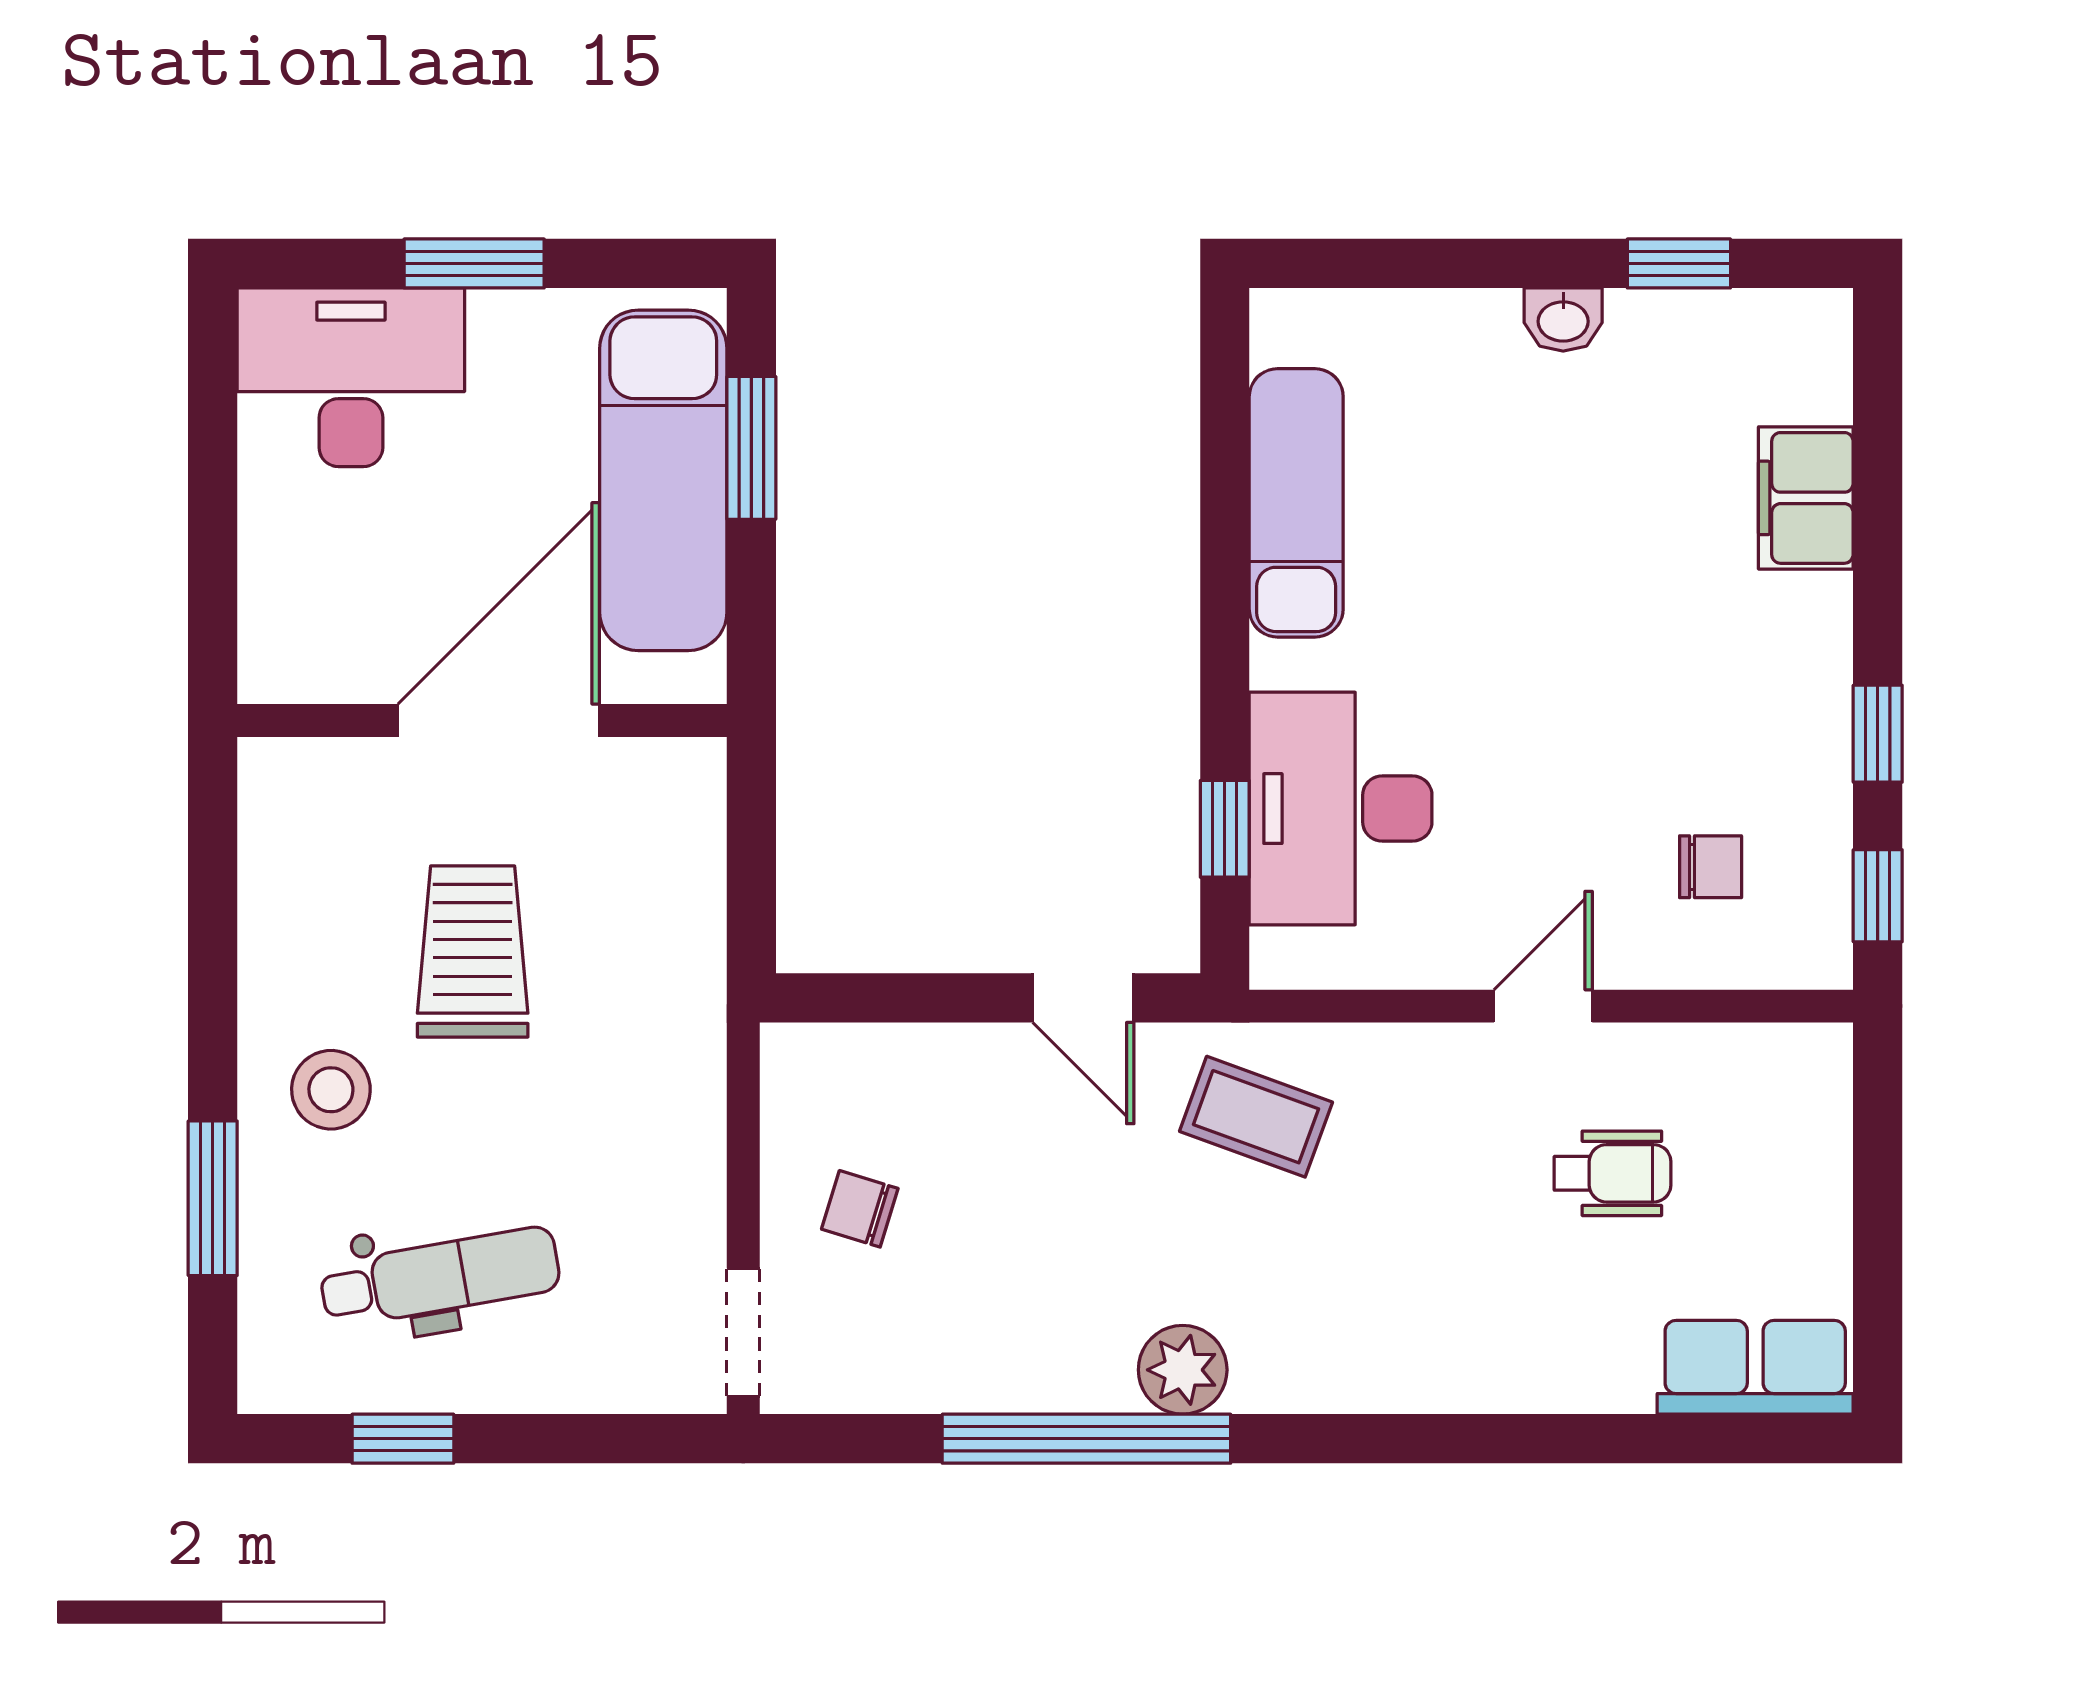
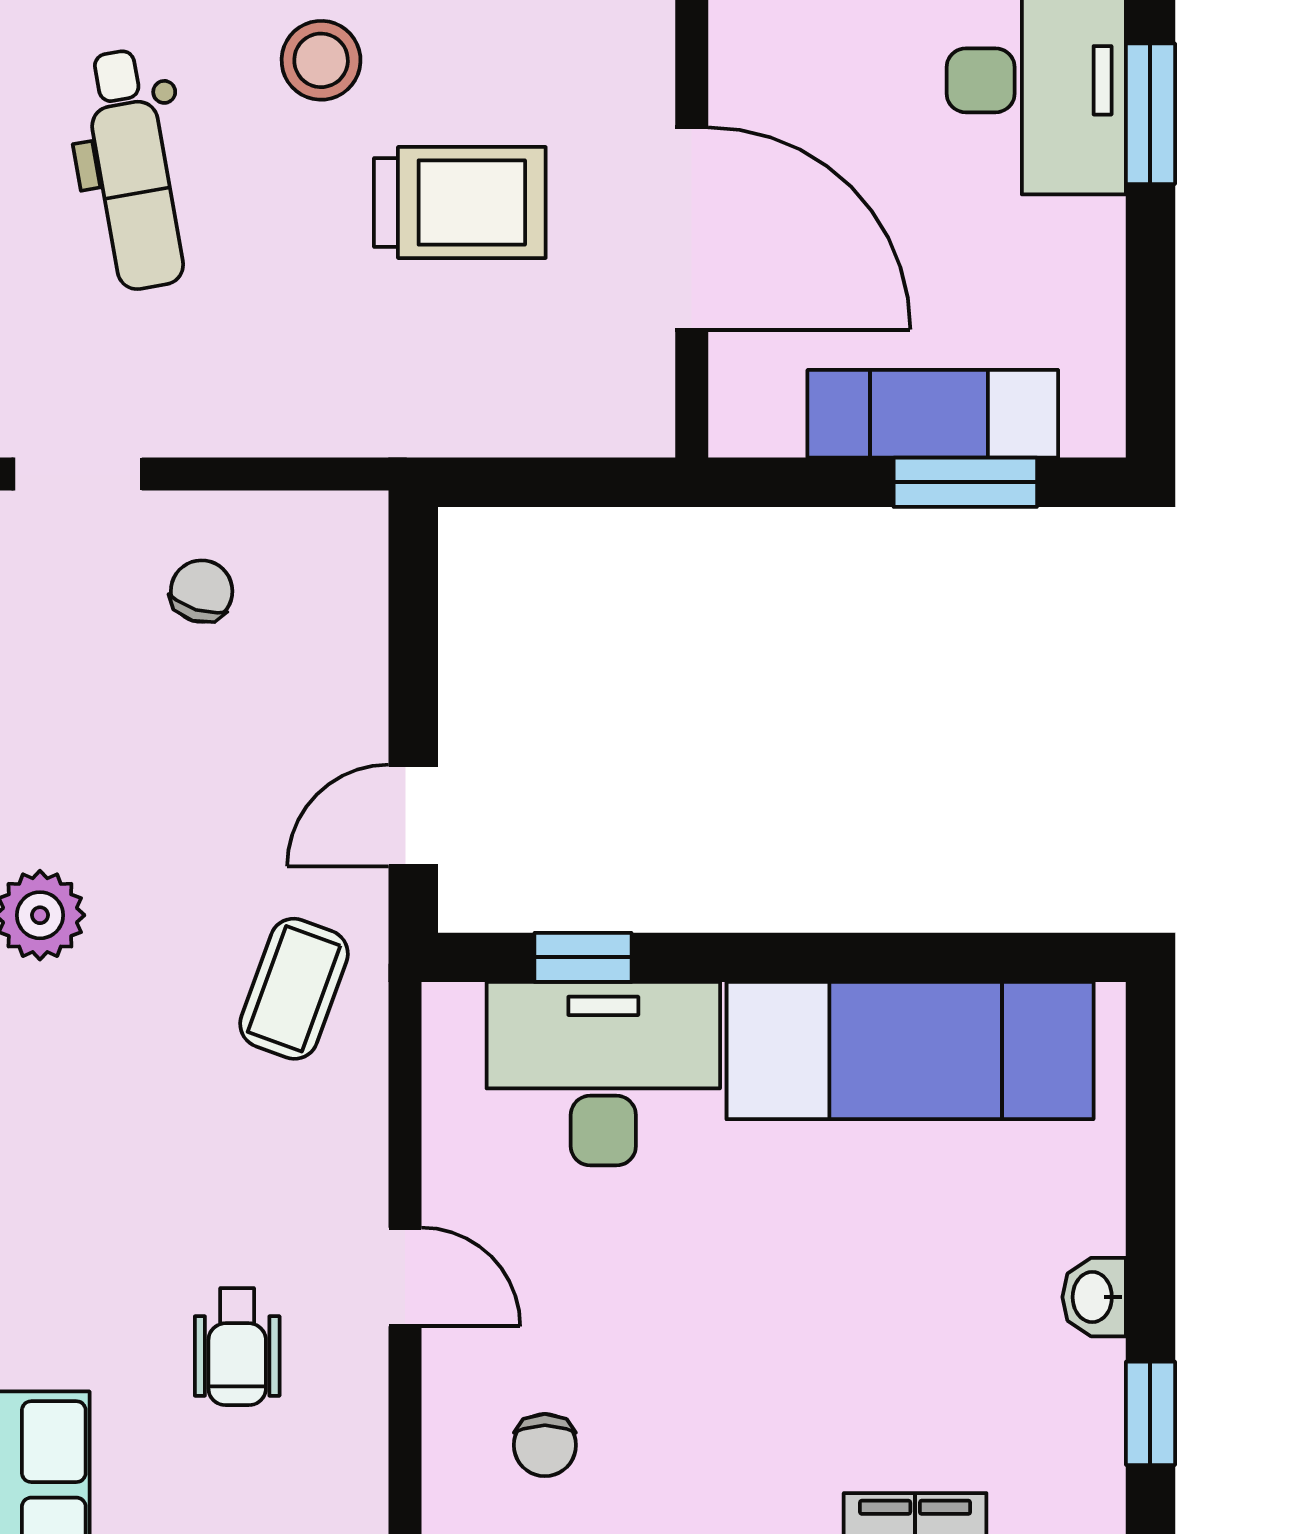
window: (474, 263) -> (1150, 114), moved
exam couch: (663, 480) -> (933, 414), width x0.73, depth x0.69
exam couch: (1296, 503) -> (910, 1051), width x1.36, depth x1.45

